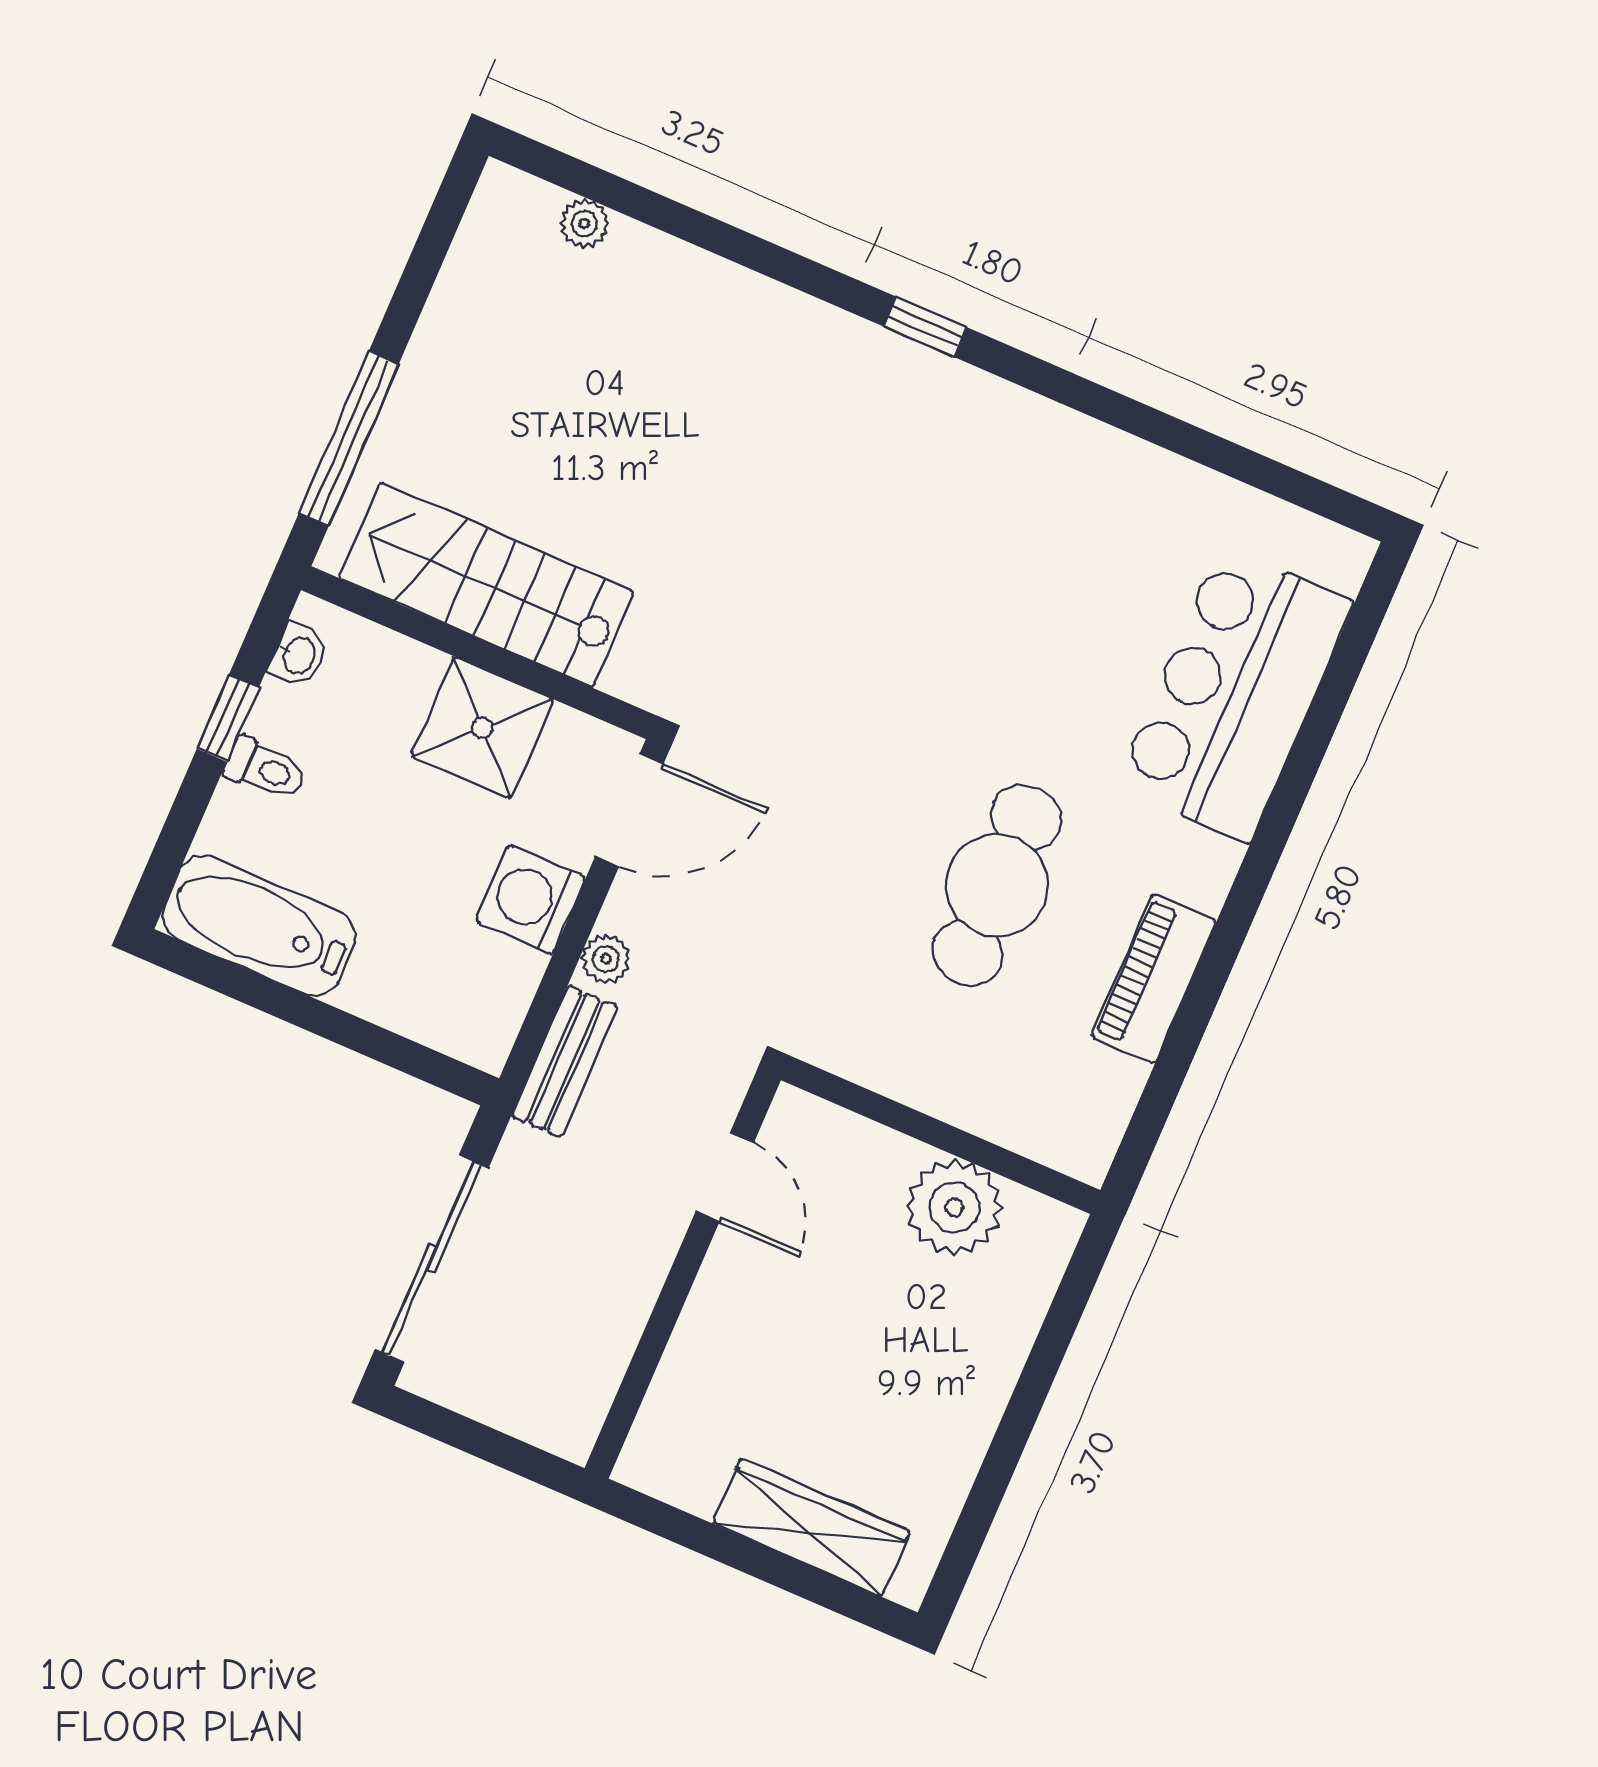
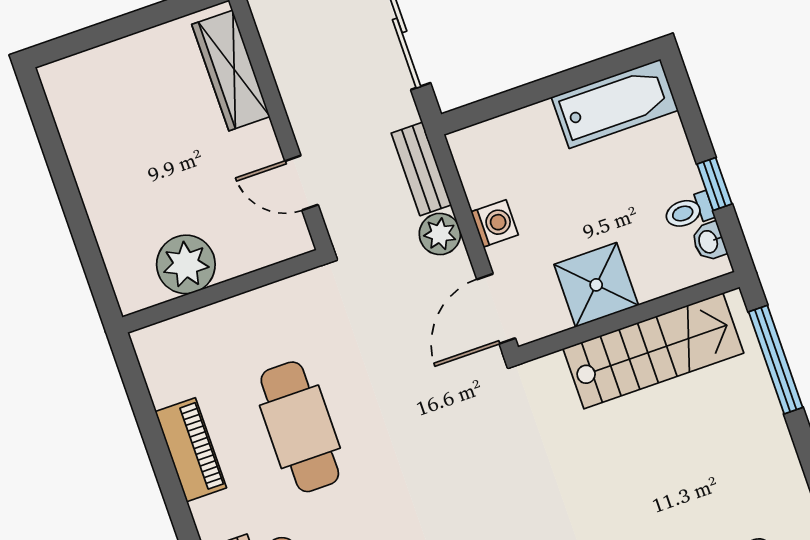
toilet: (265, 769) -> (689, 211), moved
washing machine: (531, 899) -> (495, 223), width x0.73, depth x0.73
plant: (606, 959) -> (440, 234), width x1.38, depth x1.38
wardrobe: (811, 1527) -> (231, 71), moved, turned 90

